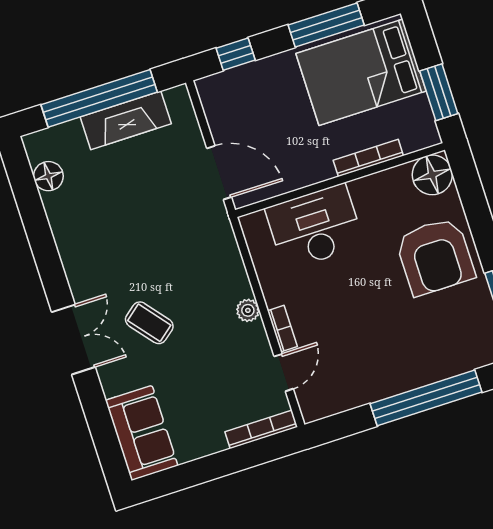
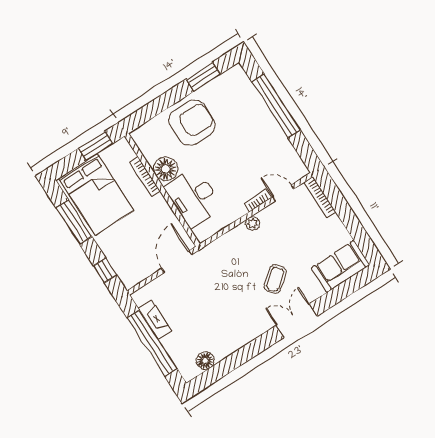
fireplace: (126, 120) -> (155, 320), width x0.73, depth x0.76
floor lamp: (432, 175) -> (166, 169), moved

